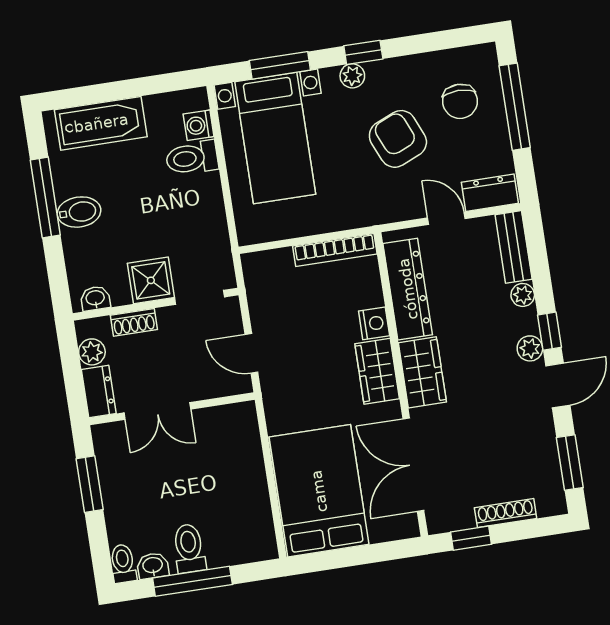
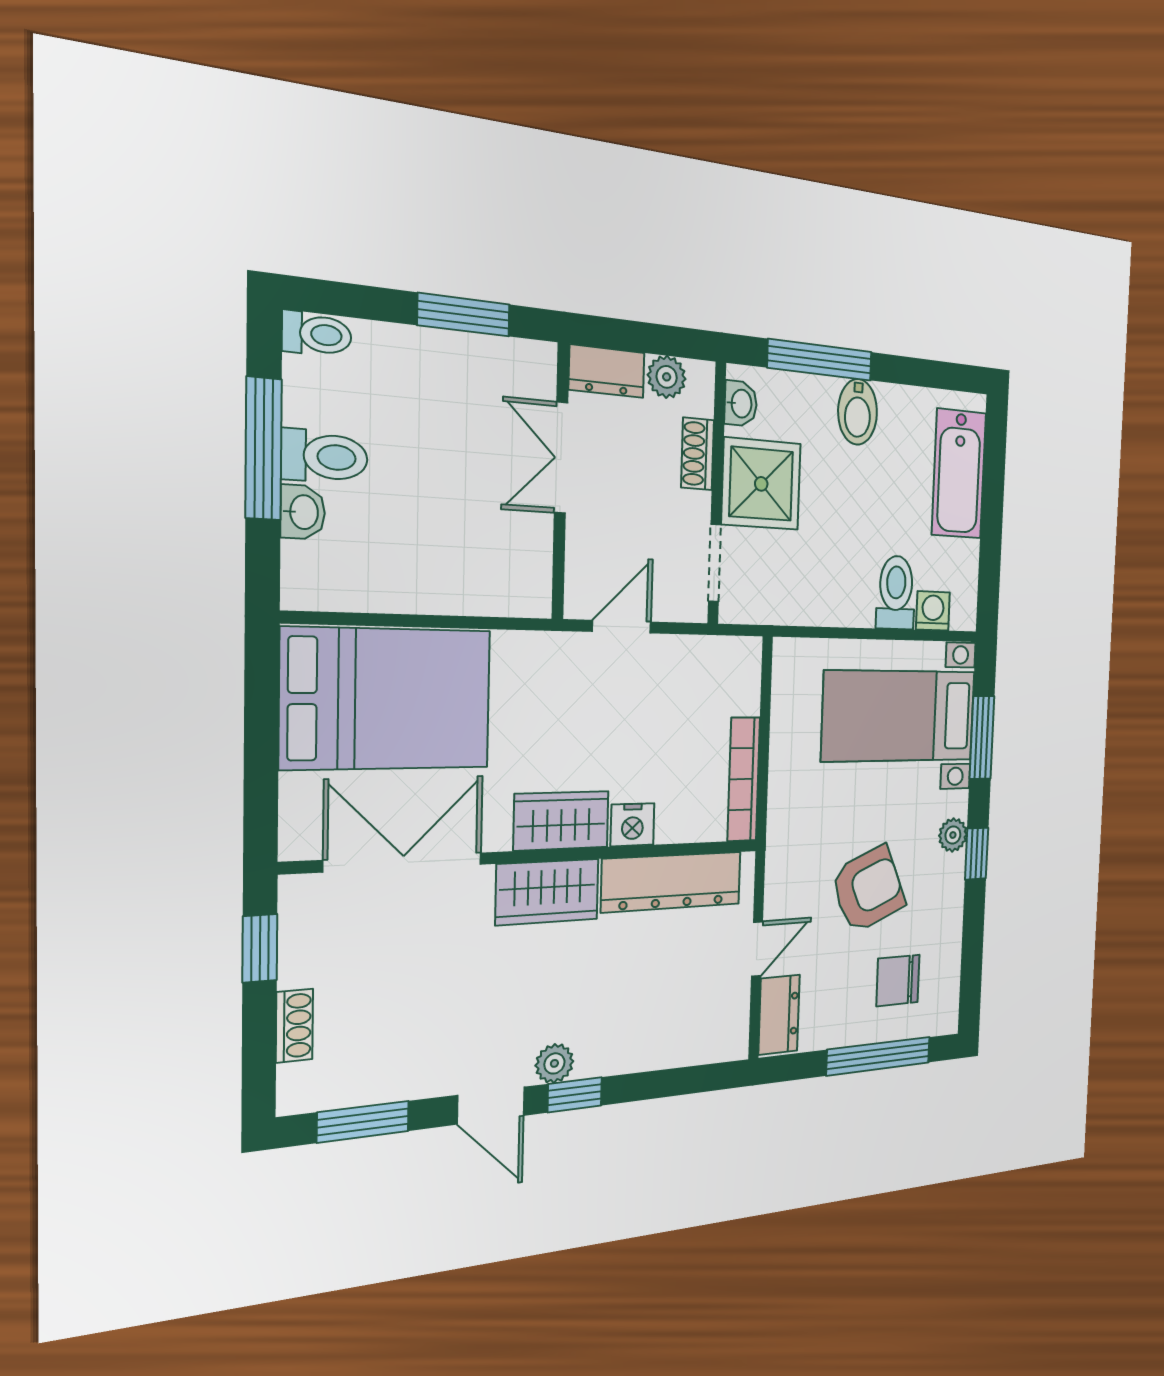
window: (45, 198) -> (820, 360), moved
bench: (514, 247) -> (702, 1045), removed
shower: (151, 280) -> (761, 484), width x1.36, depth x1.36
plant: (523, 295) -> (634, 1056), removed
shoe rack: (506, 513) -> (294, 1026), width x0.70
washbasin: (153, 566) -> (303, 512), moved

